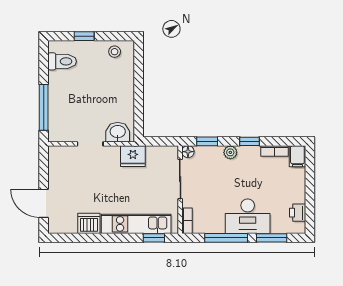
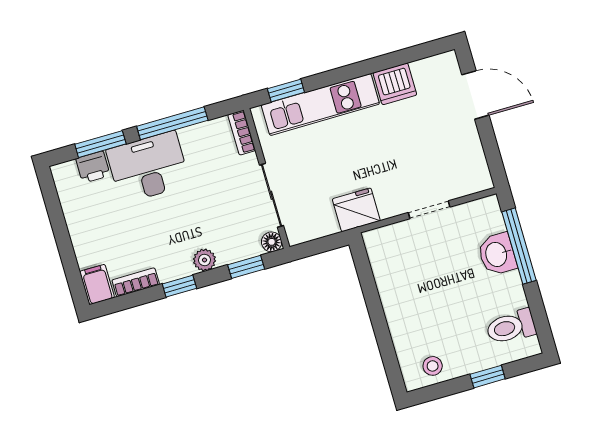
washbasin: (118, 132) -> (497, 254), moved, turned 90
printer: (298, 213) -> (93, 167), moved, turned 90

